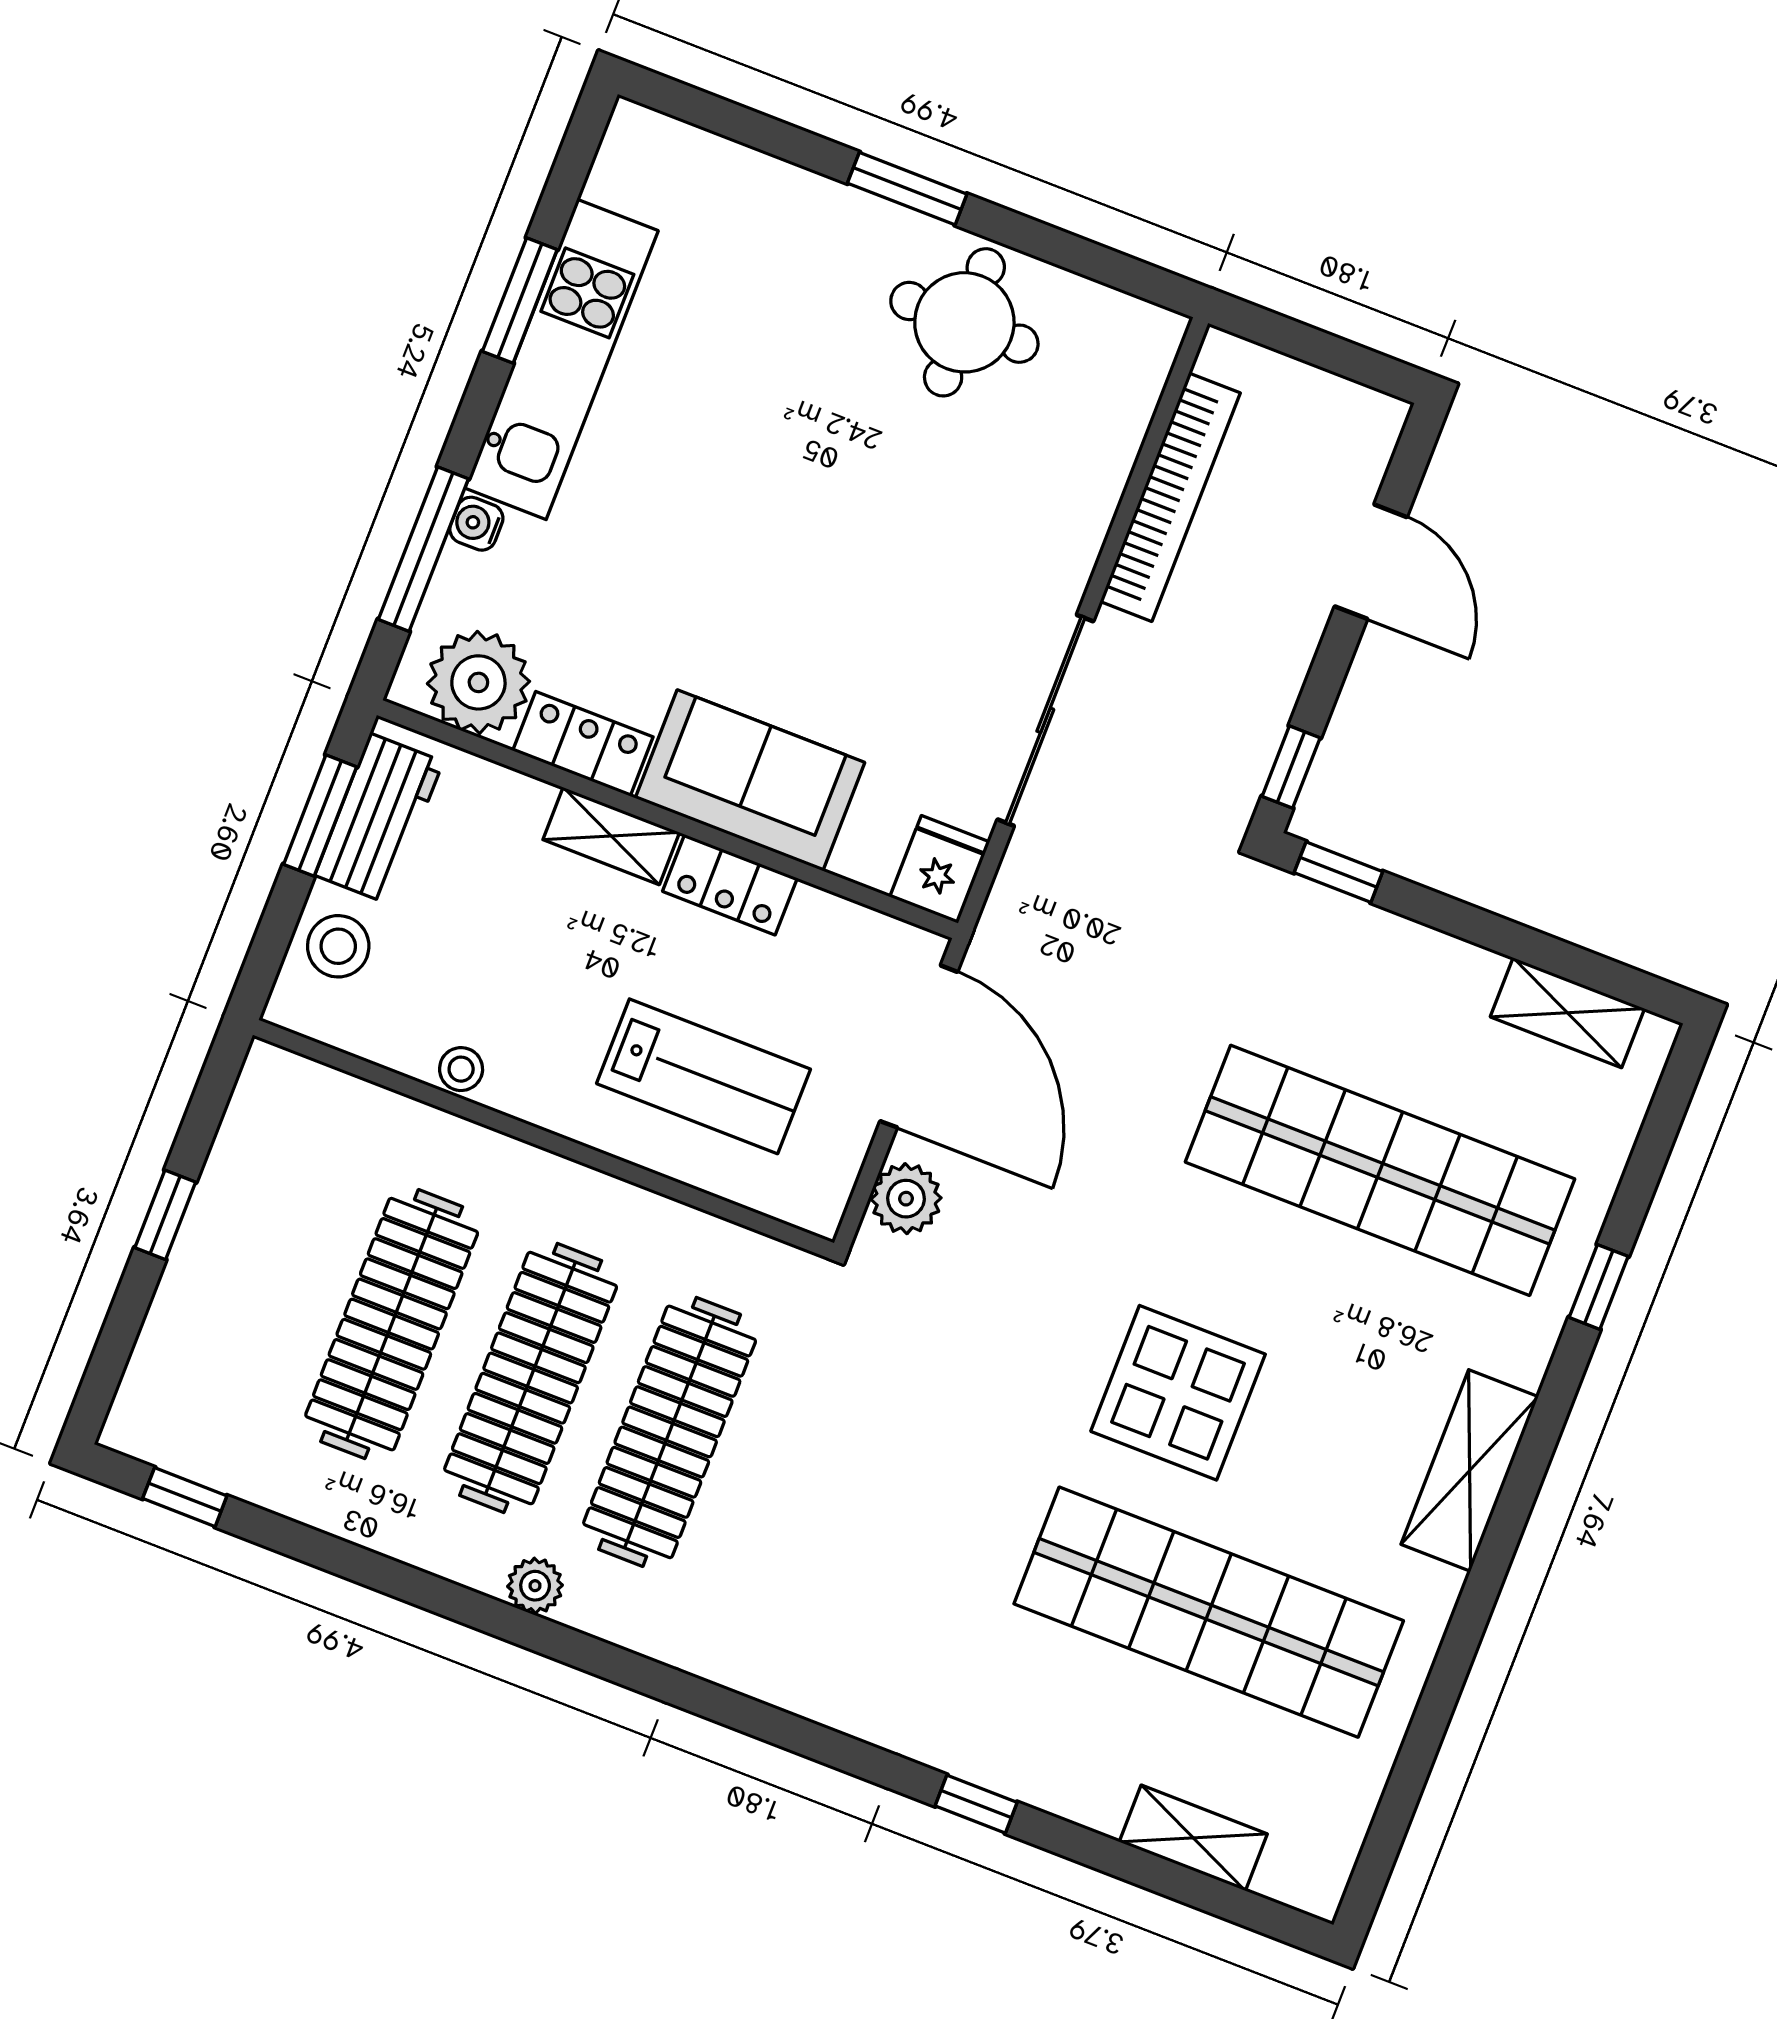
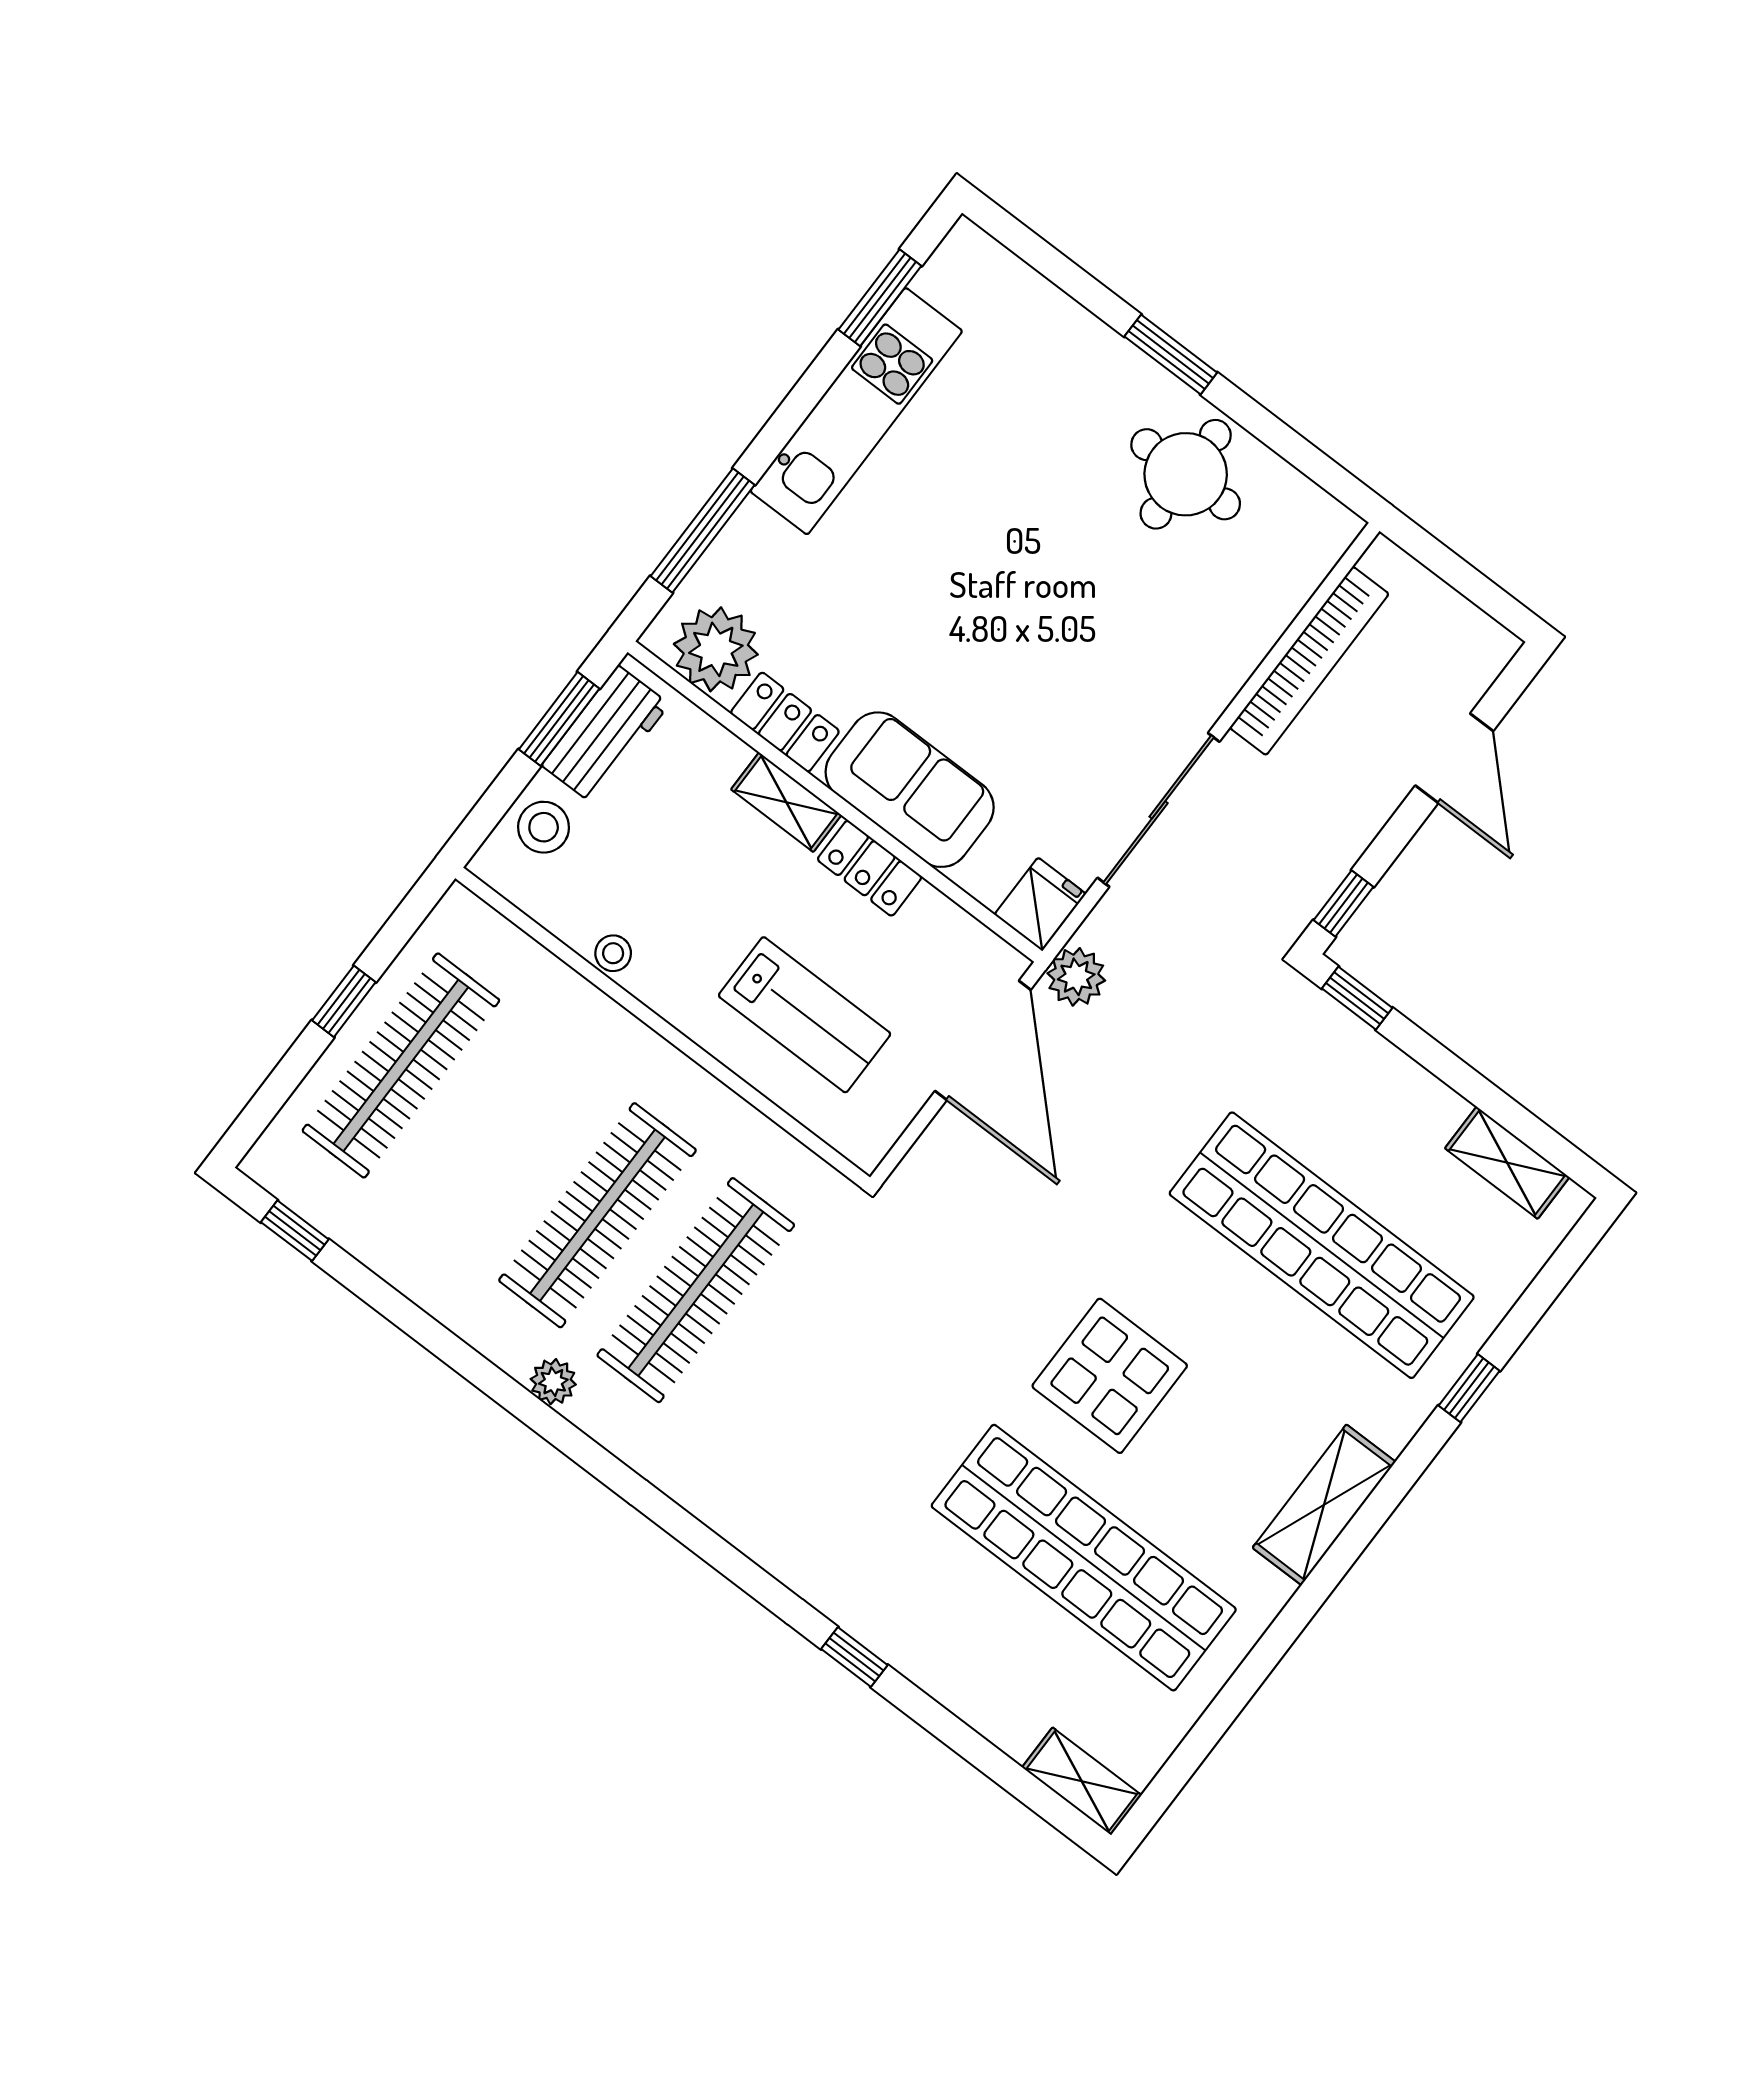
window: (520, 300) -> (880, 298), moved
water cooler: (476, 524) -> (751, 522), removed
plant: (906, 1199) -> (1076, 977), moved
clothes rail: (392, 1324) -> (401, 1066), moved
shelving: (1193, 1838) -> (1082, 1781), moved

